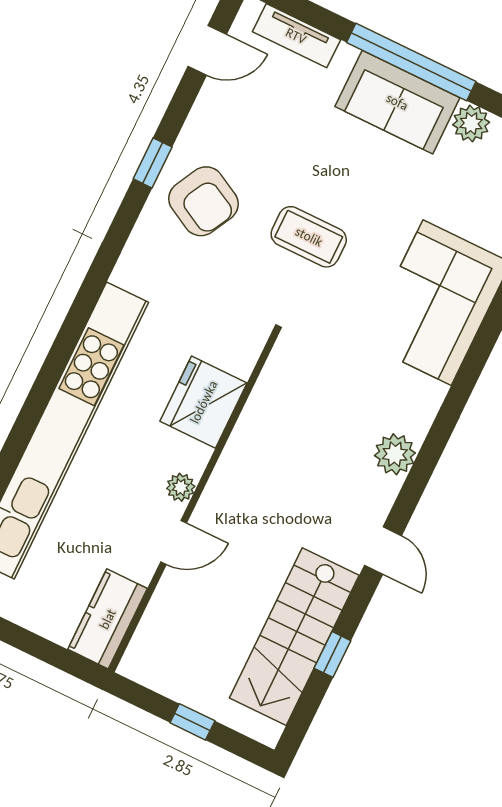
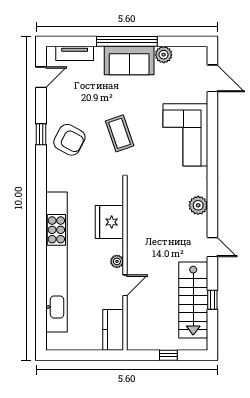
coffee table: (309, 237) -> (120, 133), turned 71

